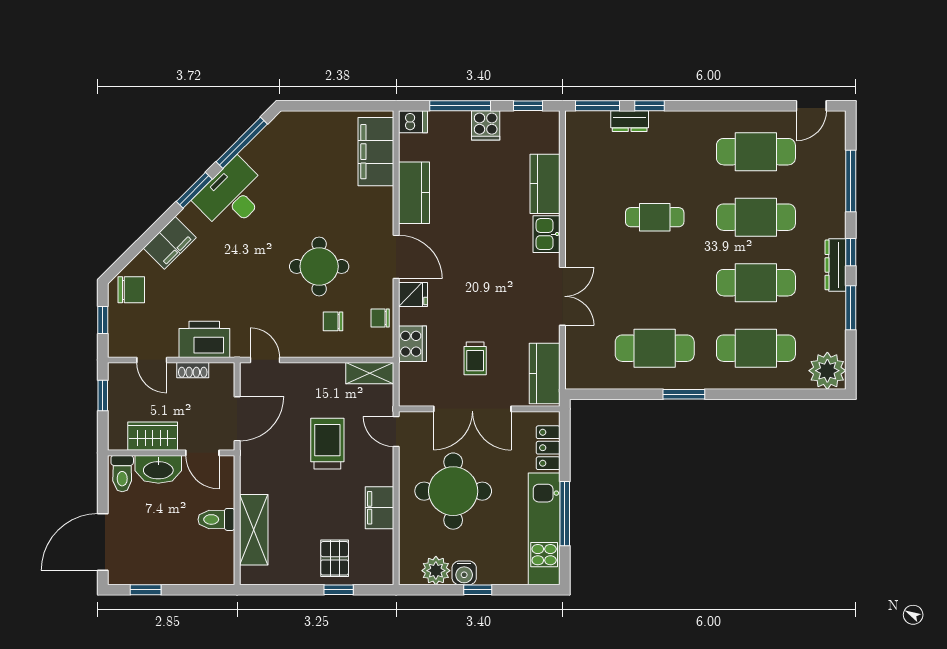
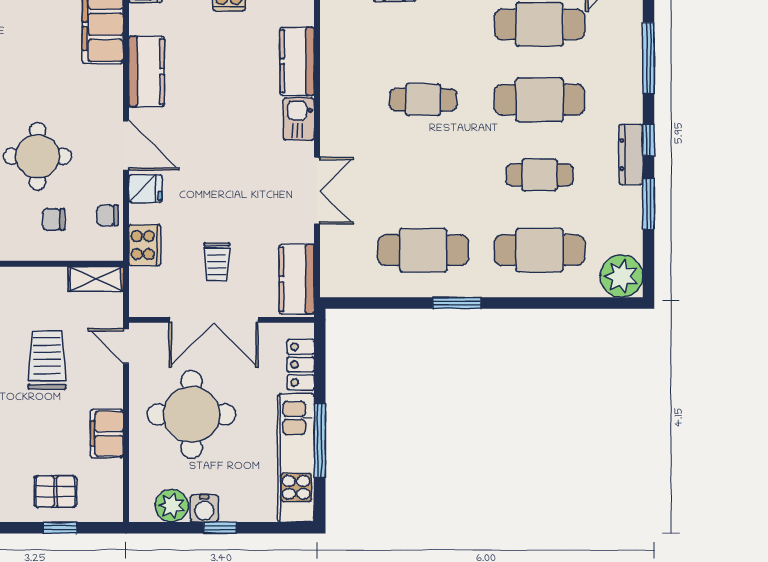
cafe table: (756, 283) -> (540, 175), width x0.73, depth x0.74
pallet: (335, 558) -> (55, 492), turned 90

